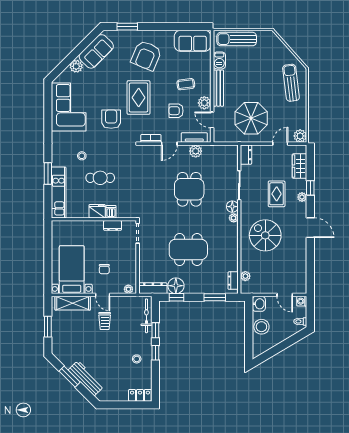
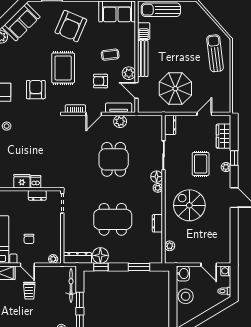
plant: (300, 136) -> (224, 106), removed
cafe table: (100, 178) -> (25, 148), removed
dresser: (233, 281) -> (157, 223), moved

